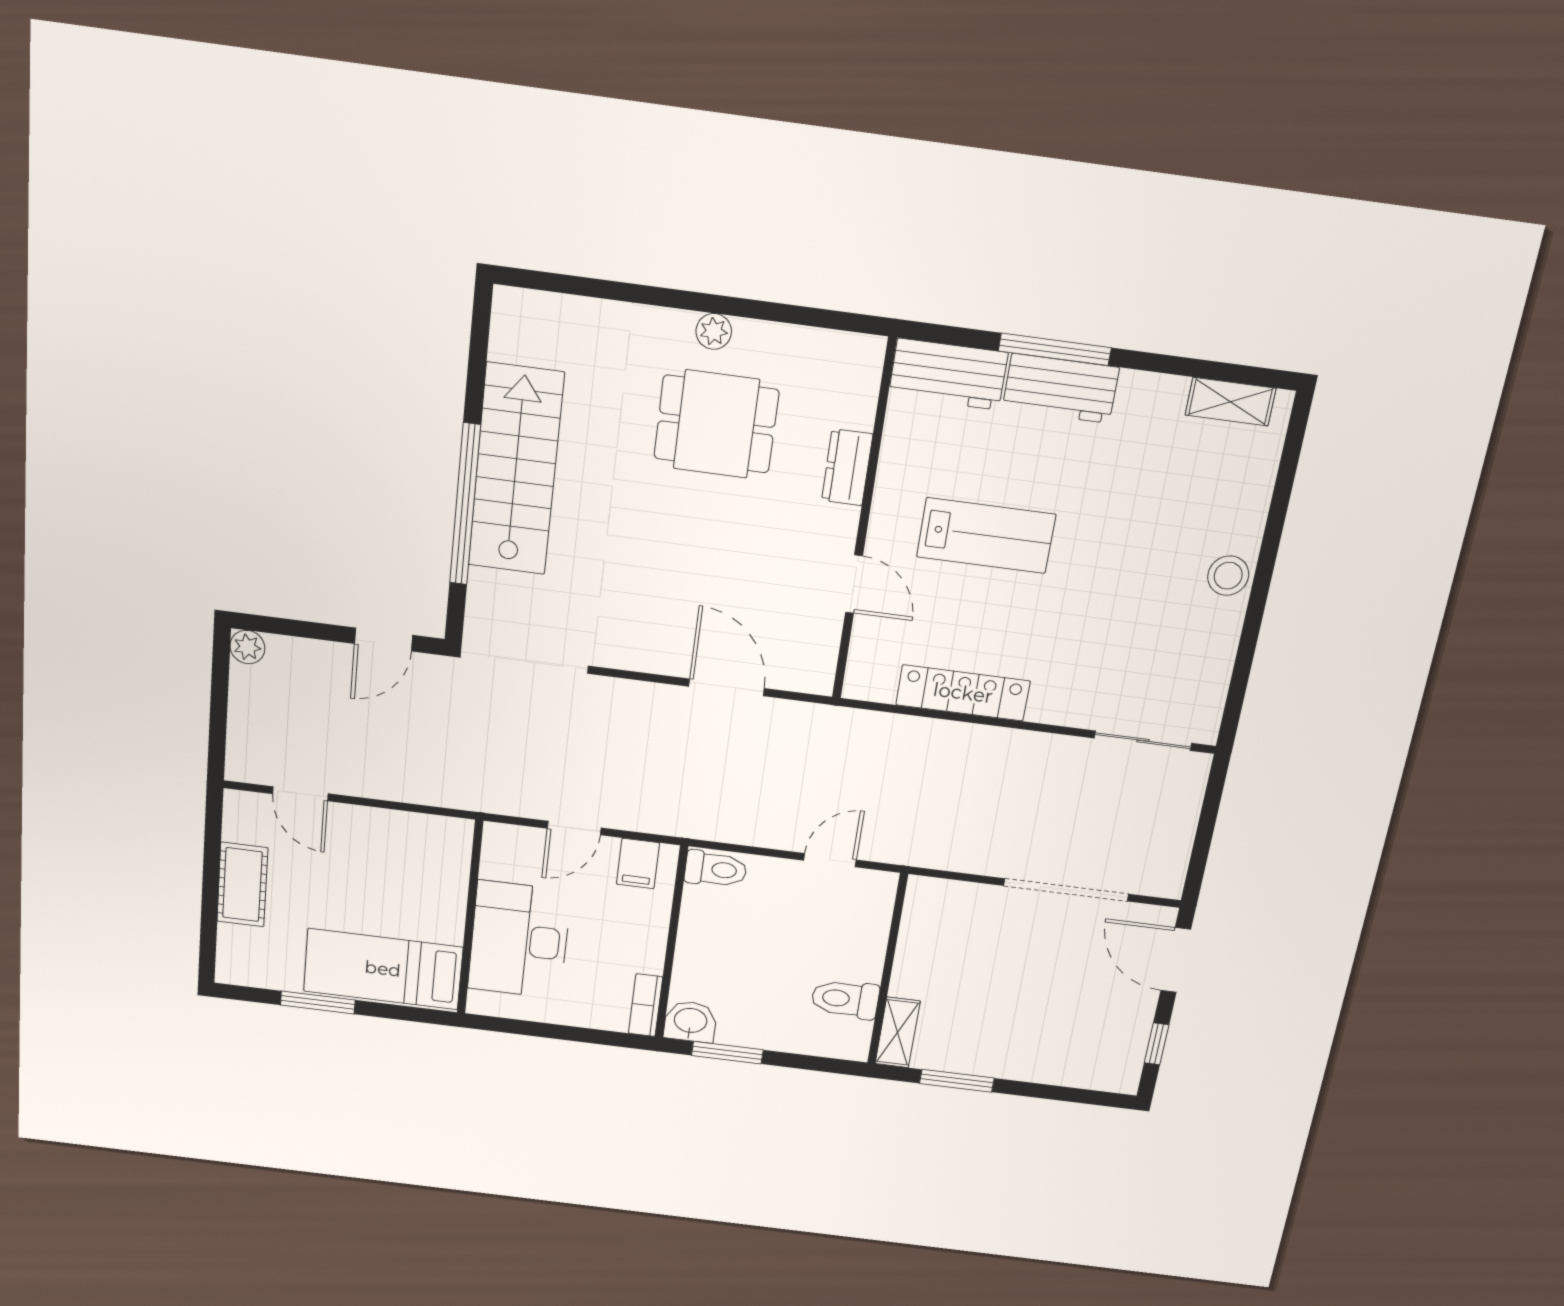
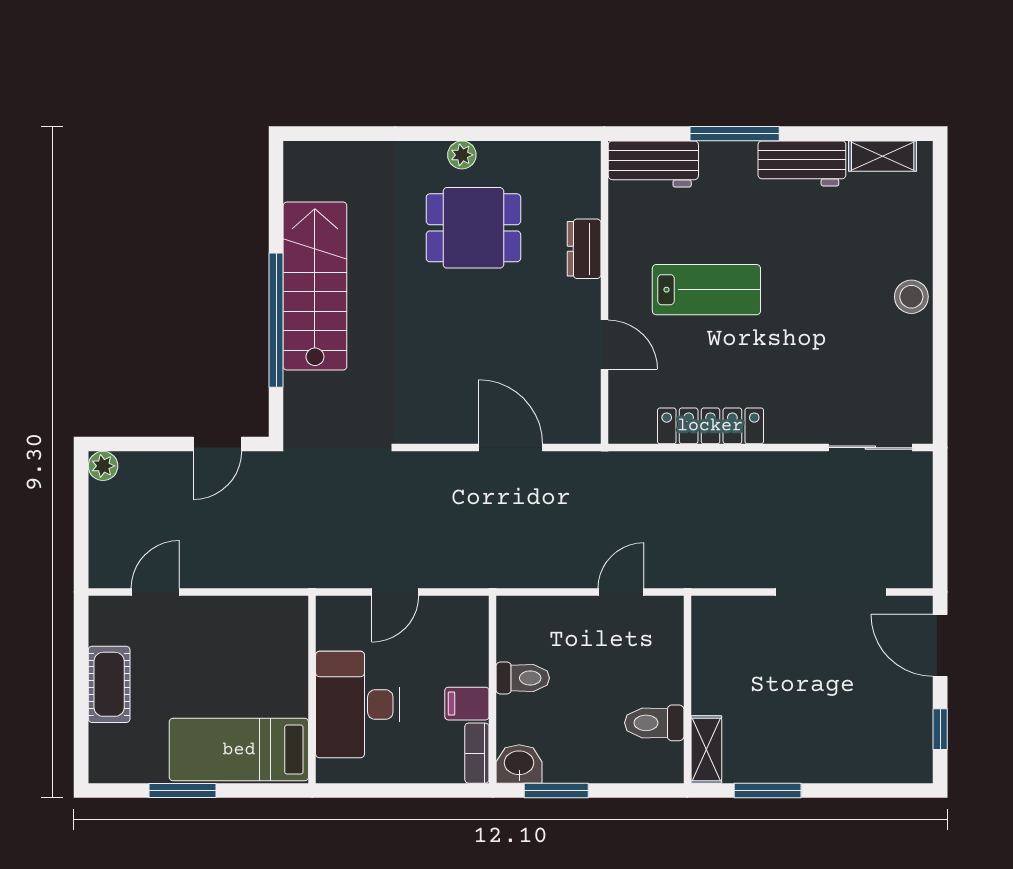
workbench: (1061, 388) -> (802, 163), moved
door: (300, 794) -> (155, 592), swing flipped
filing cabinet: (638, 864) -> (467, 704), moved, turned 90
toilet: (716, 869) -> (523, 678), moved

